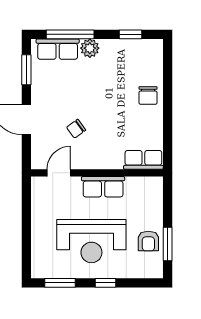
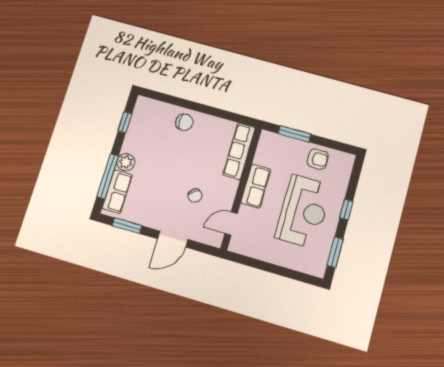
row of seats: (143, 160) -> (239, 151), width x1.48
door: (59, 173) -> (231, 223), hinge flipped
window: (168, 244) -> (294, 134), moved

